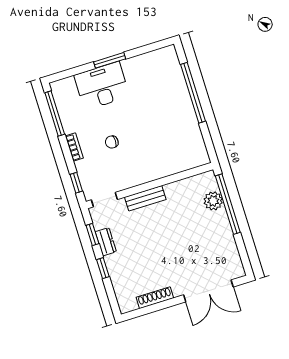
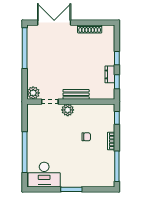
desk: (102, 86) -> (44, 175), moved
plant: (150, 172) -> (68, 110), added
doorway: (104, 200) -> (50, 102), moved
plant: (213, 201) -> (33, 93), moved
window: (228, 204) -> (25, 48), moved

